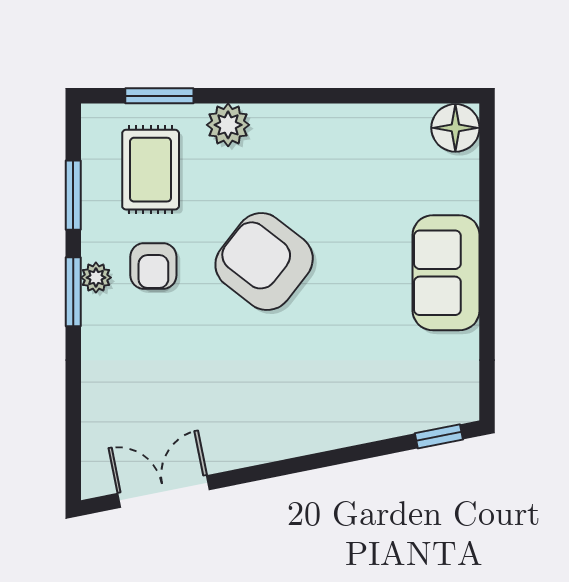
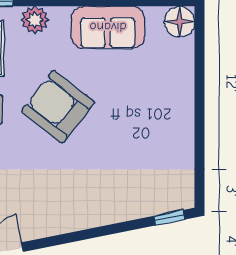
sofa: (446, 273) -> (108, 27), moved, turned -90

